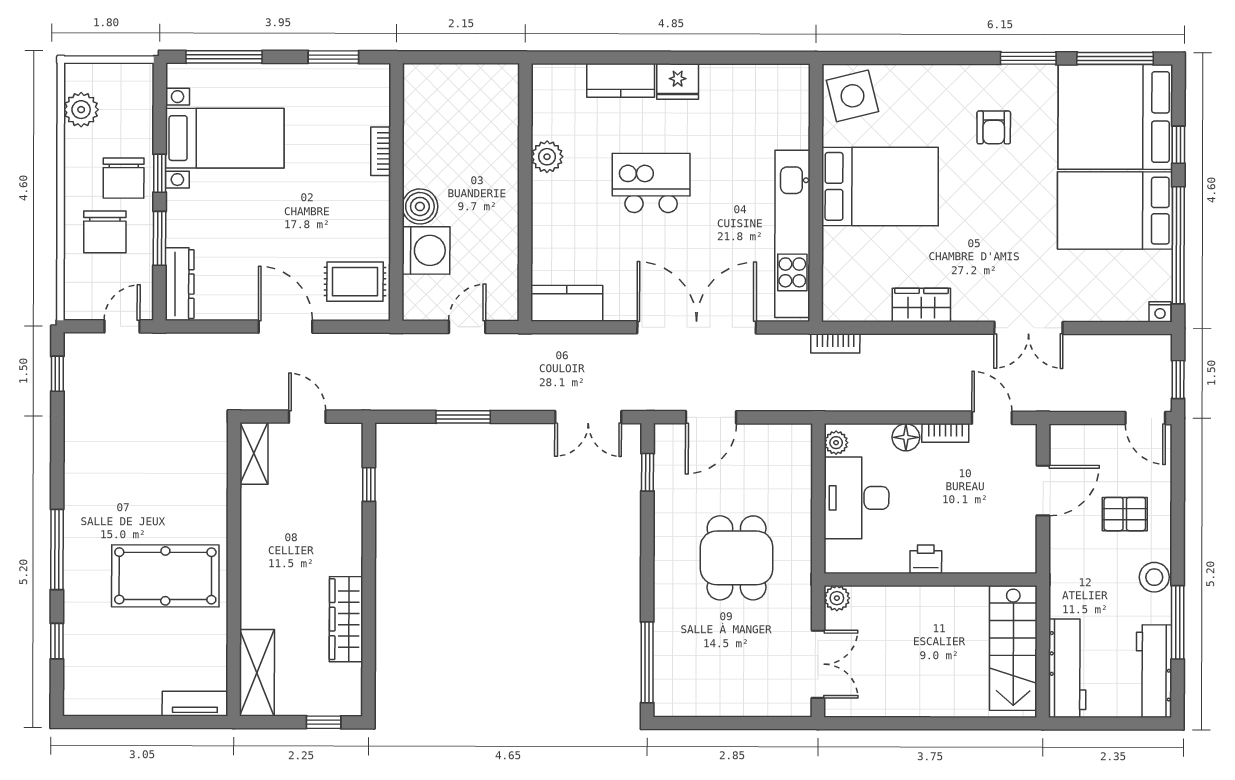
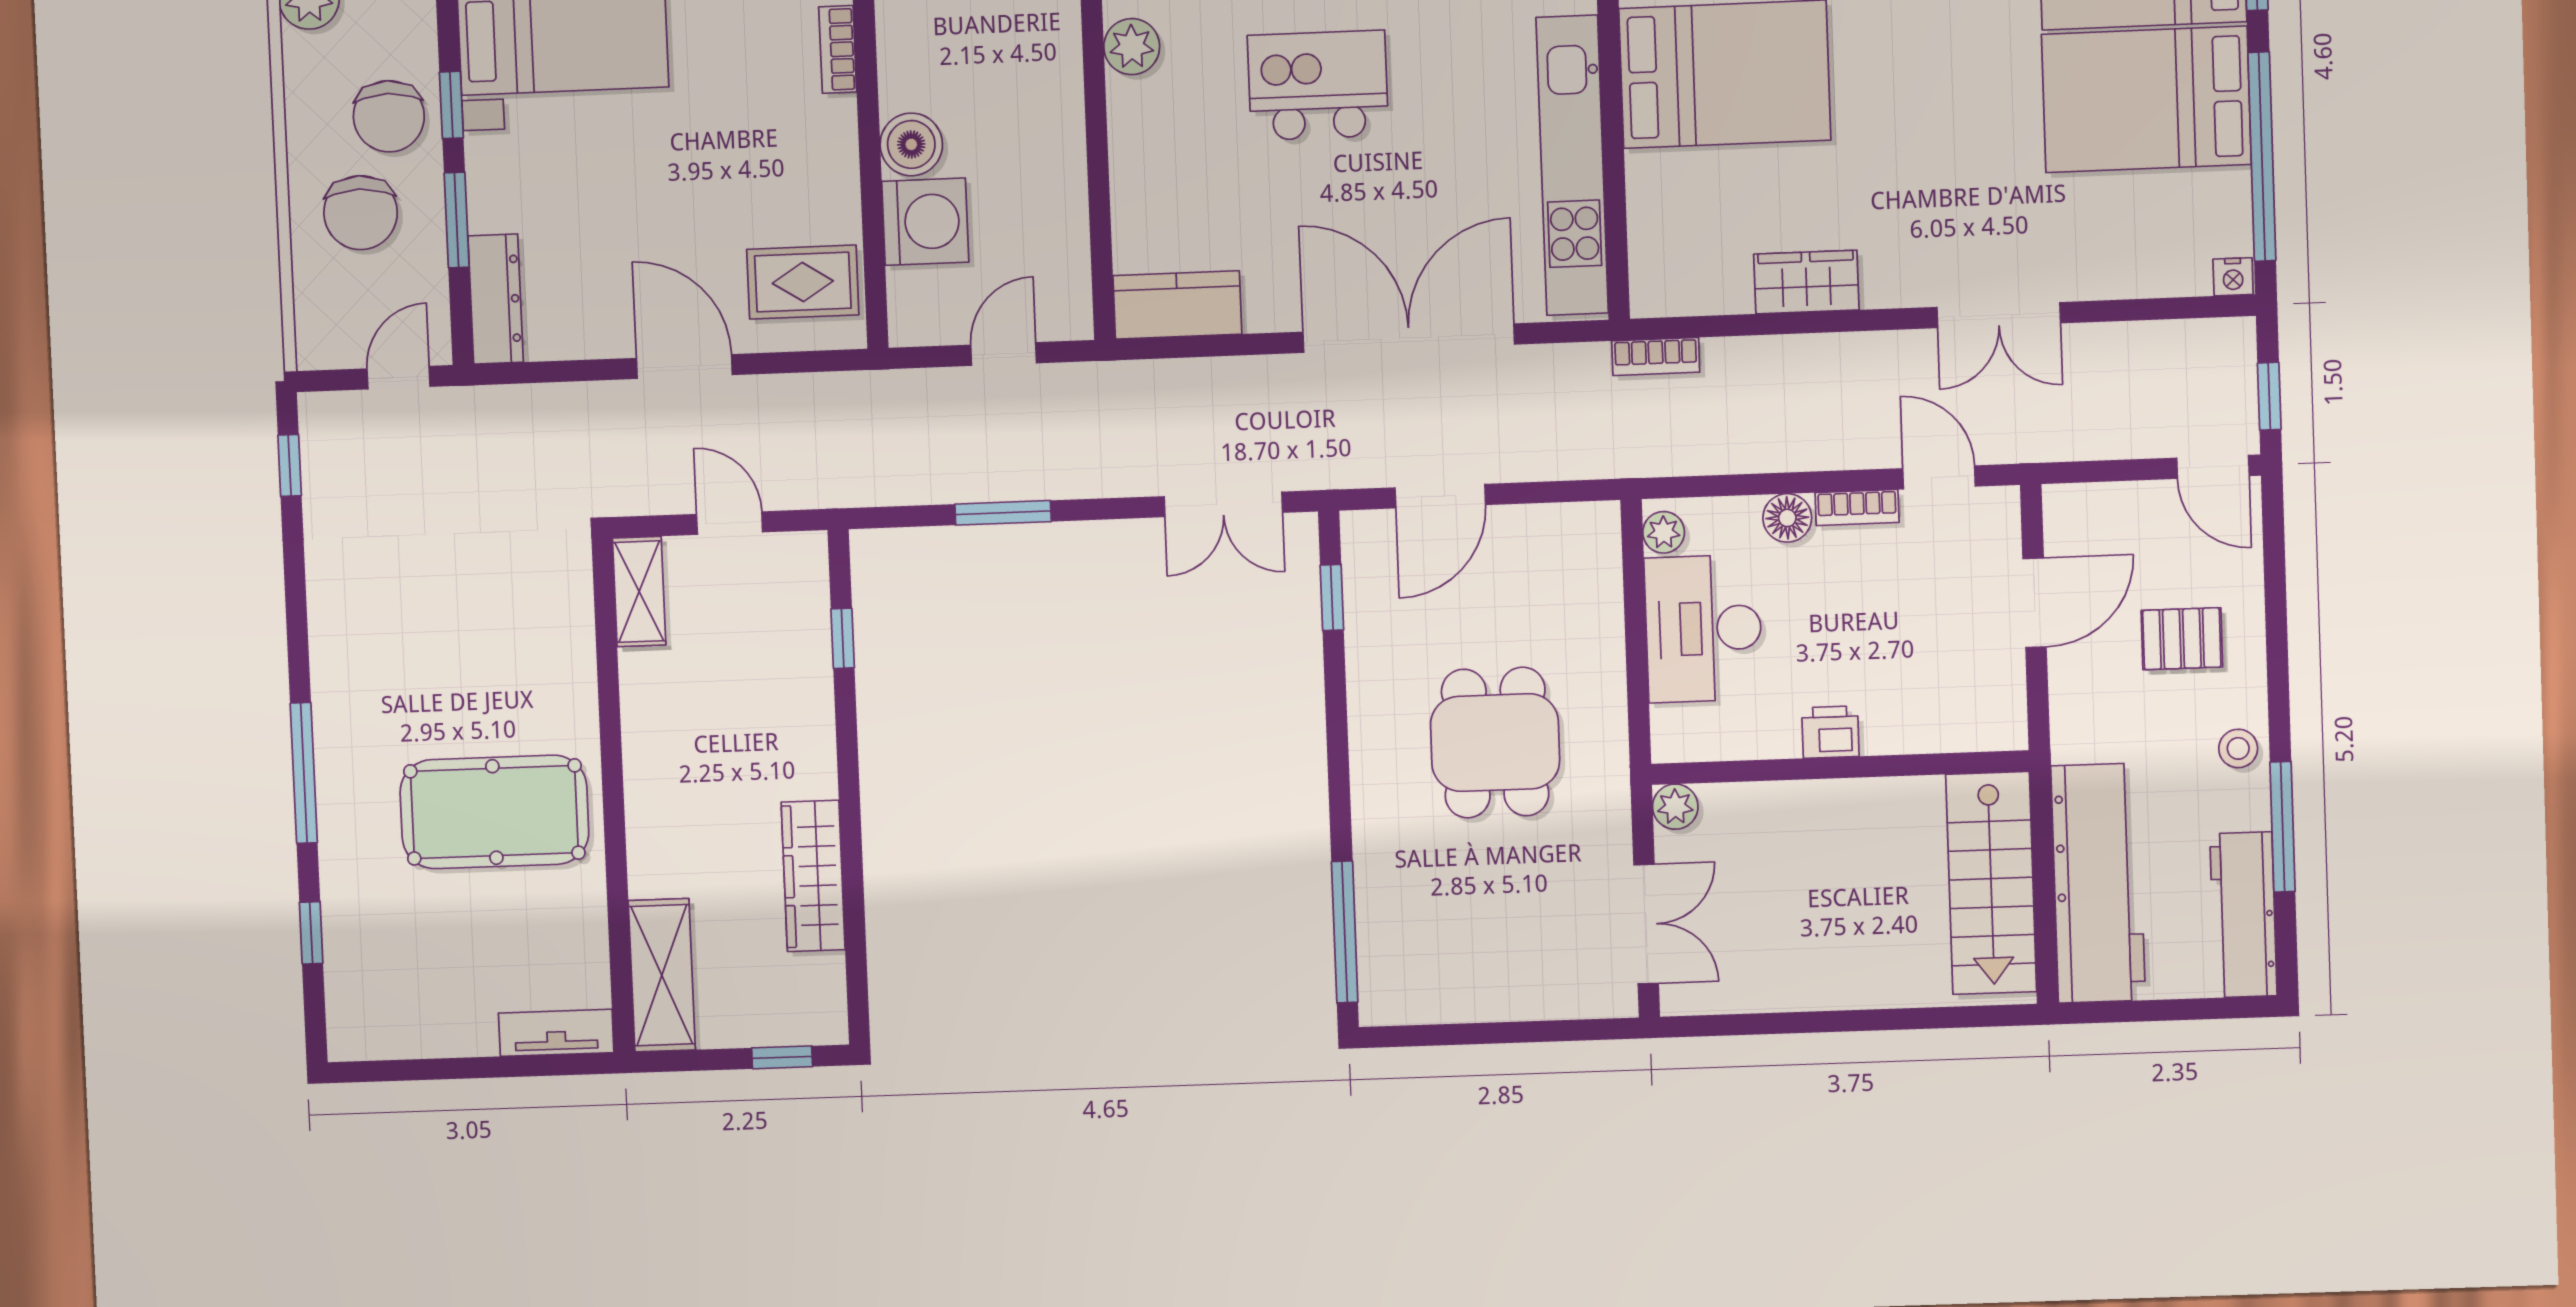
stool: (1154, 577) -> (2238, 748), width x0.73, depth x0.73
workbench: (1067, 668) -> (2098, 883), width x1.36, depth x1.32

